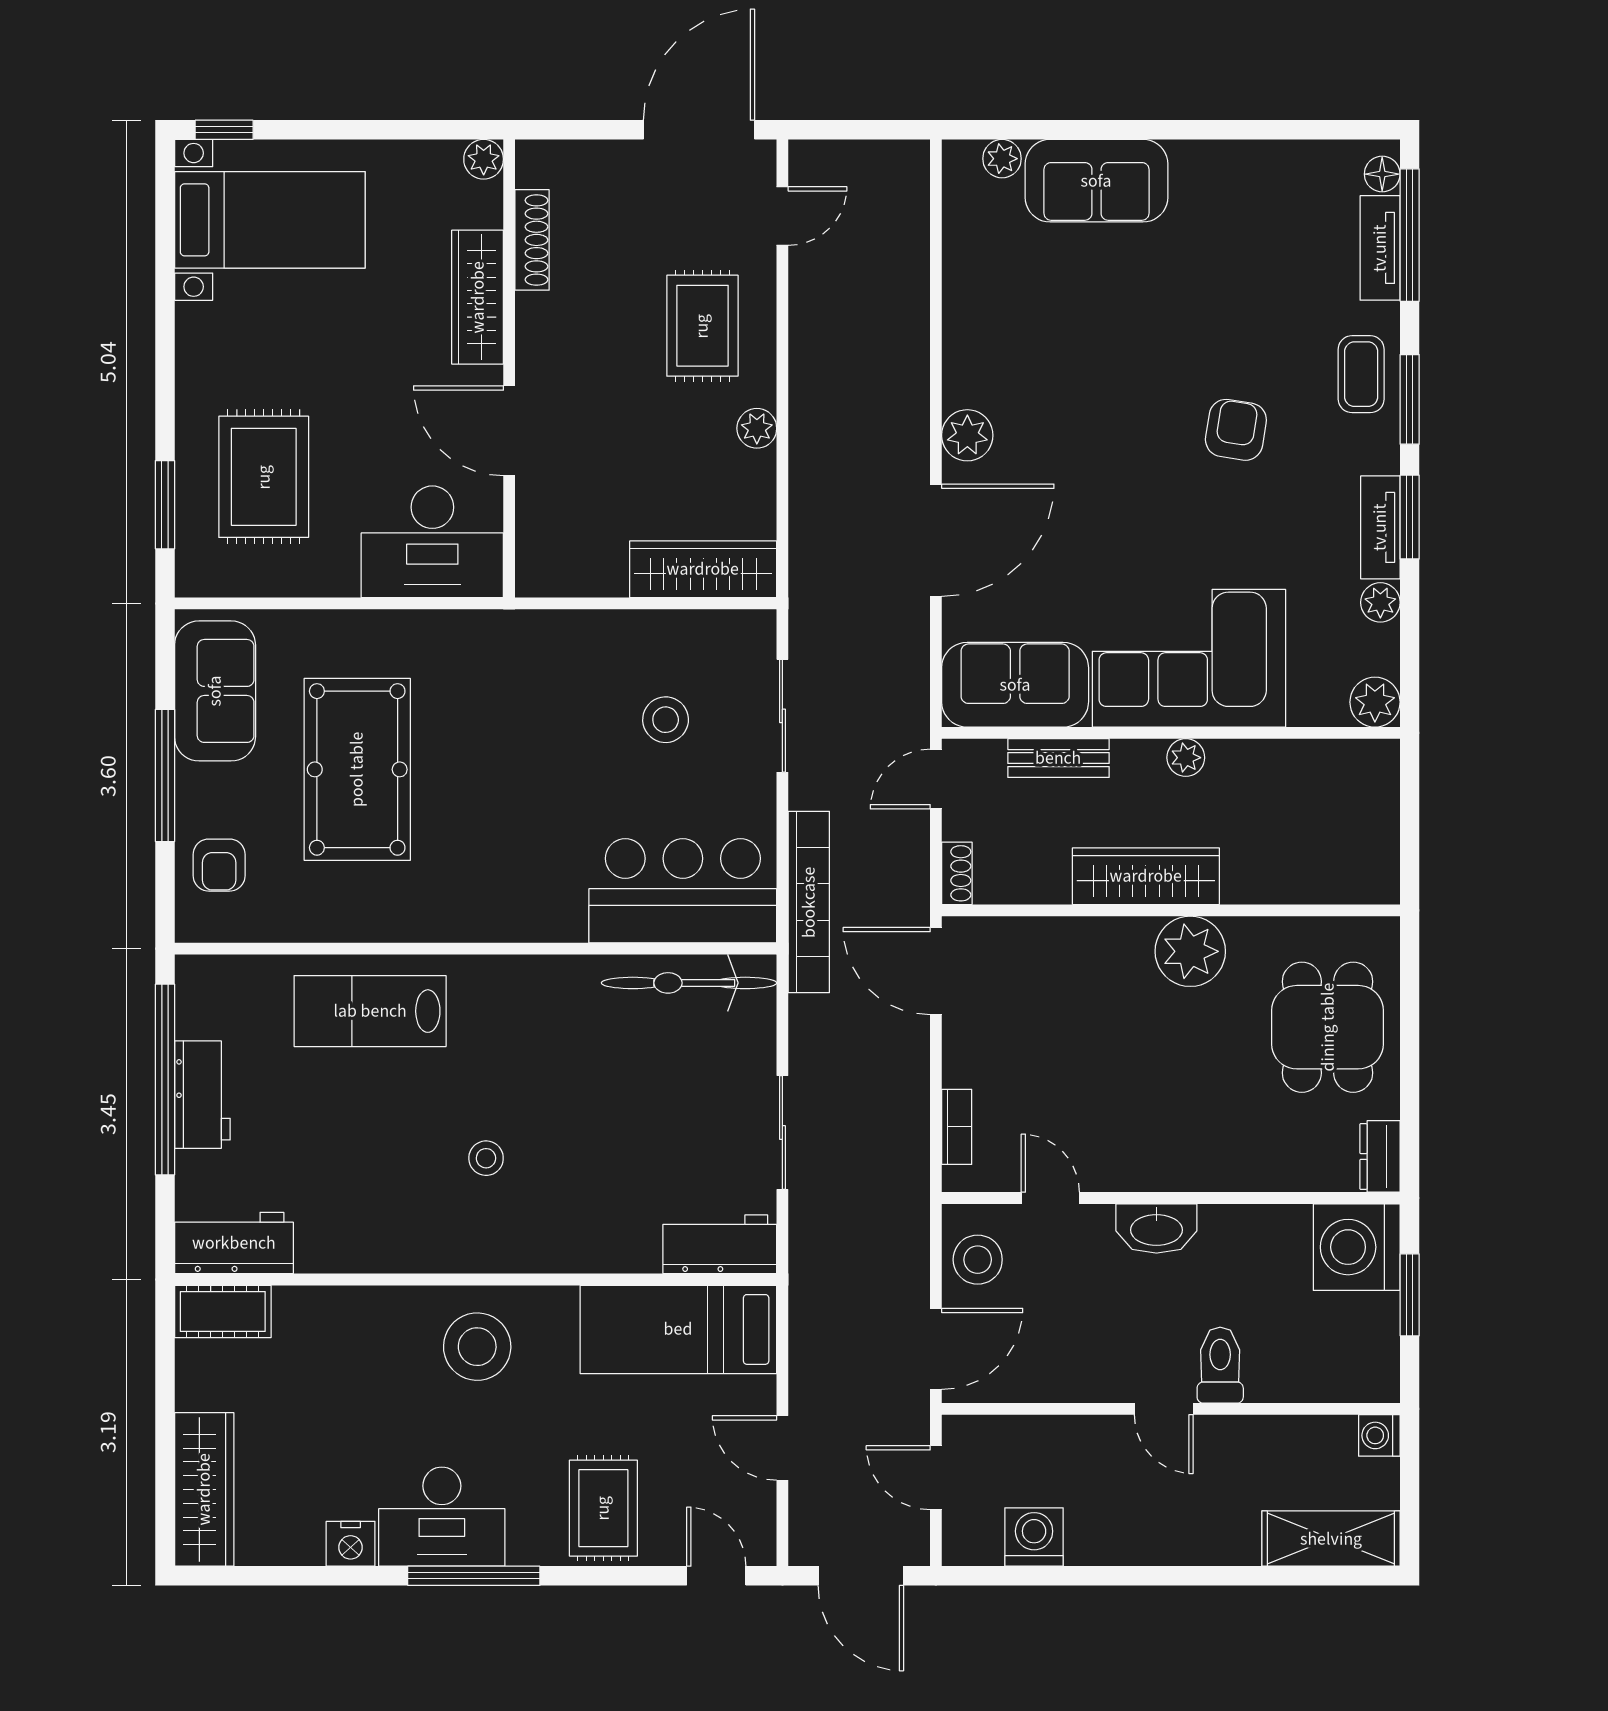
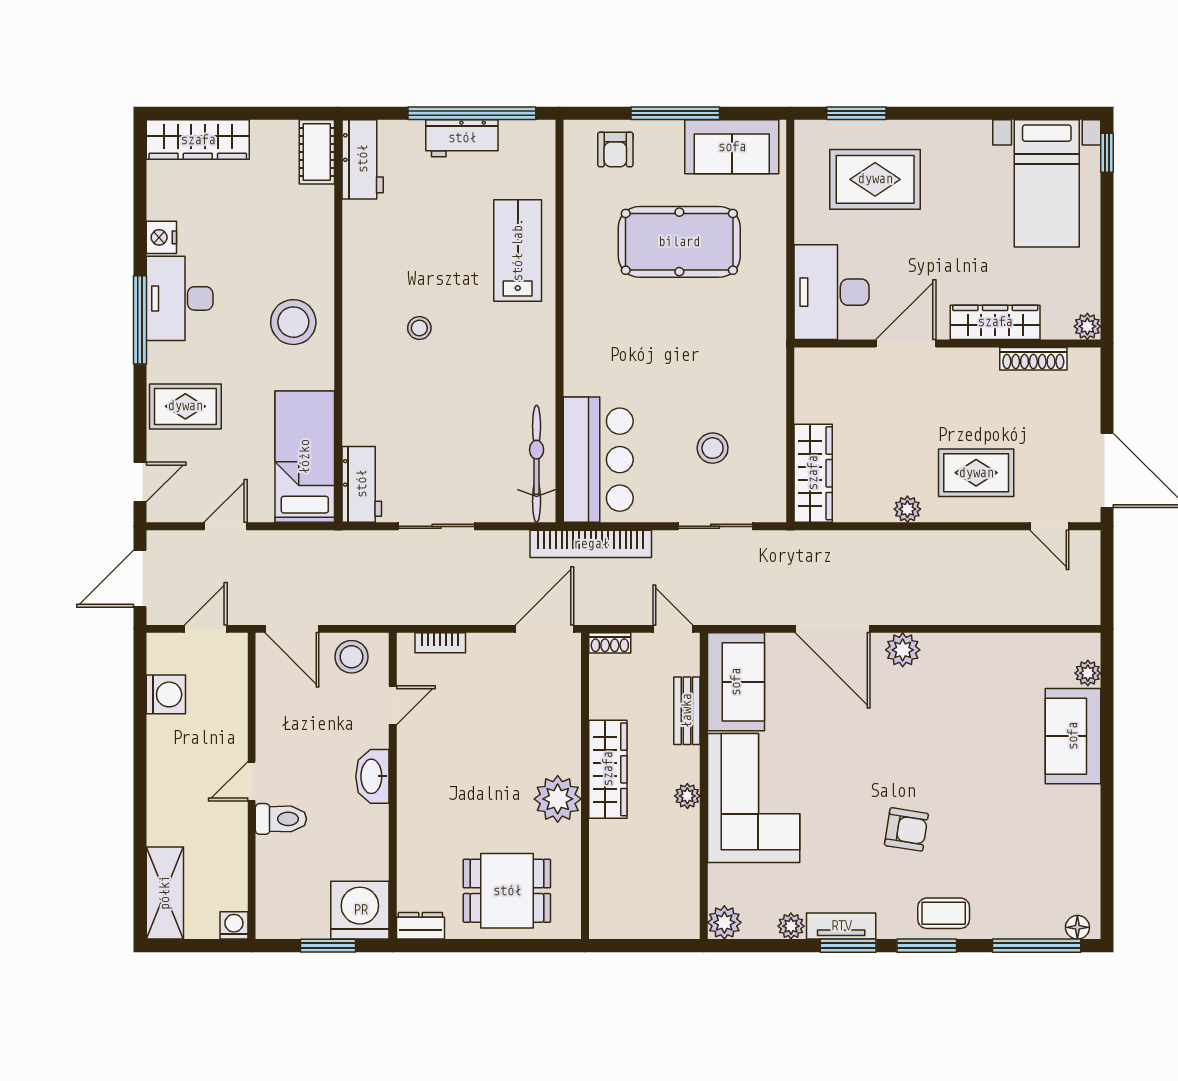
tv unit: (1380, 248) -> (1028, 926), removed
armchair: (219, 865) -> (615, 150), turned -90

